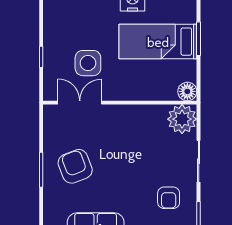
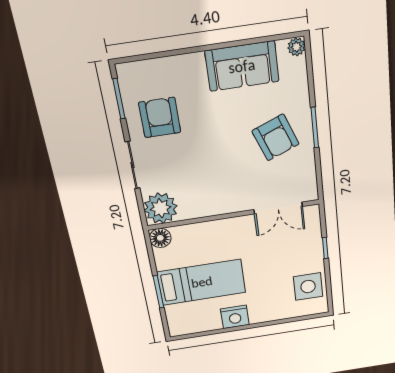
side table: (88, 63) -> (308, 287), moved
armchair: (169, 198) -> (160, 117), width x1.38, depth x1.38

